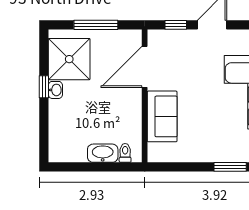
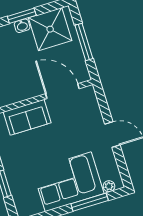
window: (176, 25) -> (103, 106), removed
window: (44, 87) -> (22, 16), width x1.50

